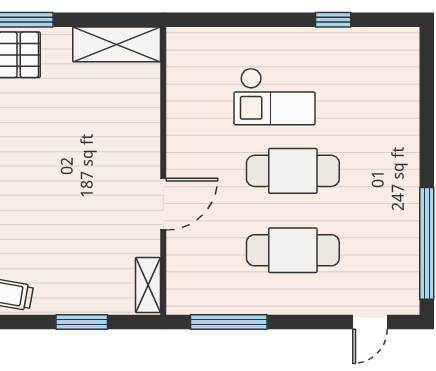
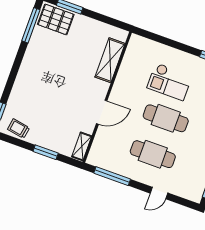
shelving: (117, 44) -> (110, 60), moved, turned 90
door: (370, 322) -> (159, 193), moved

